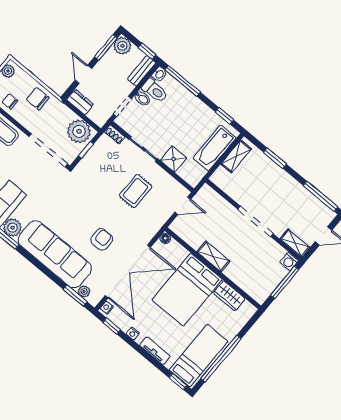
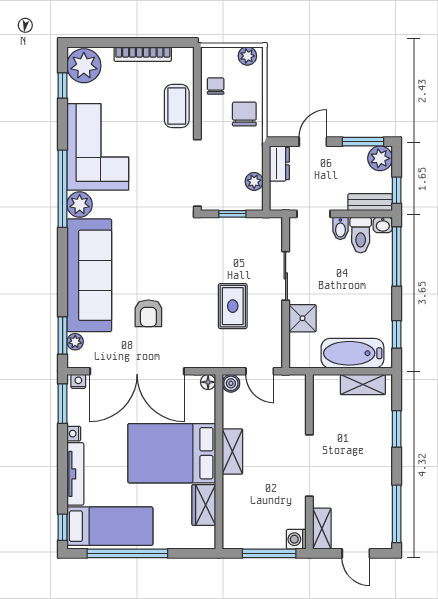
plant: (79, 131) -> (254, 181), width x0.53, depth x0.53
shoe rack: (115, 135) -> (276, 231), removed
rug: (136, 191) -> (233, 306), turned 90
boiler: (176, 227) -> (231, 383), added
armchair: (102, 239) -> (148, 313), turned 90
window: (112, 326) -> (63, 404), width x1.50
tv unit: (155, 351) -> (75, 474), width x1.41

